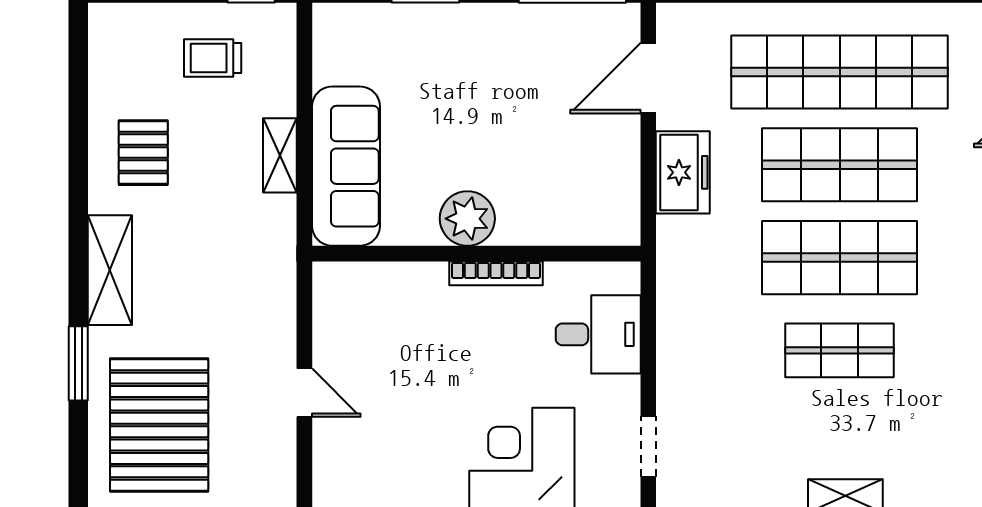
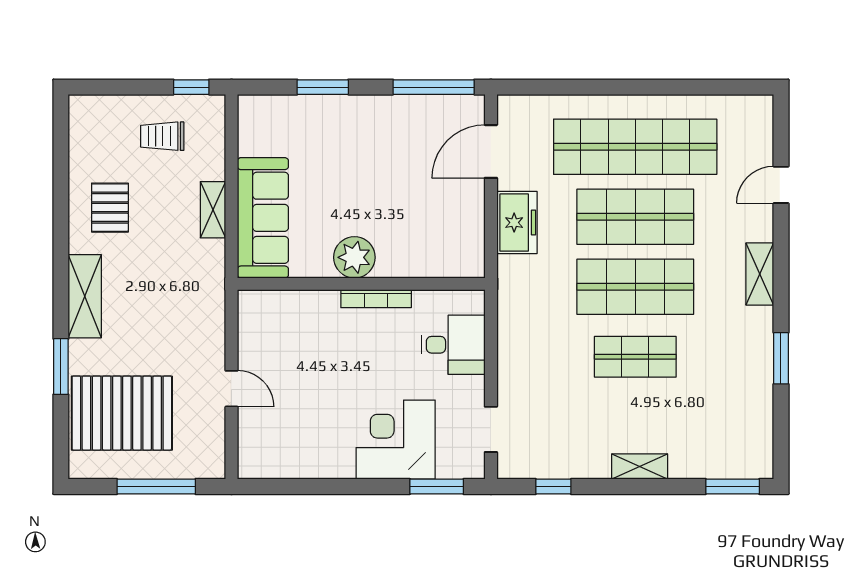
pallet: (159, 425) -> (122, 413), turned 90

